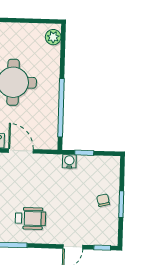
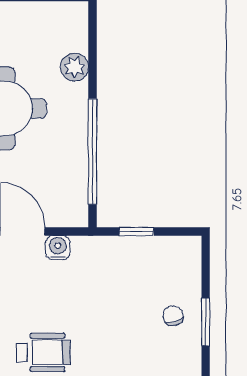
plant: (53, 37) -> (75, 67), moved
water cooler: (69, 161) -> (58, 248), moved

